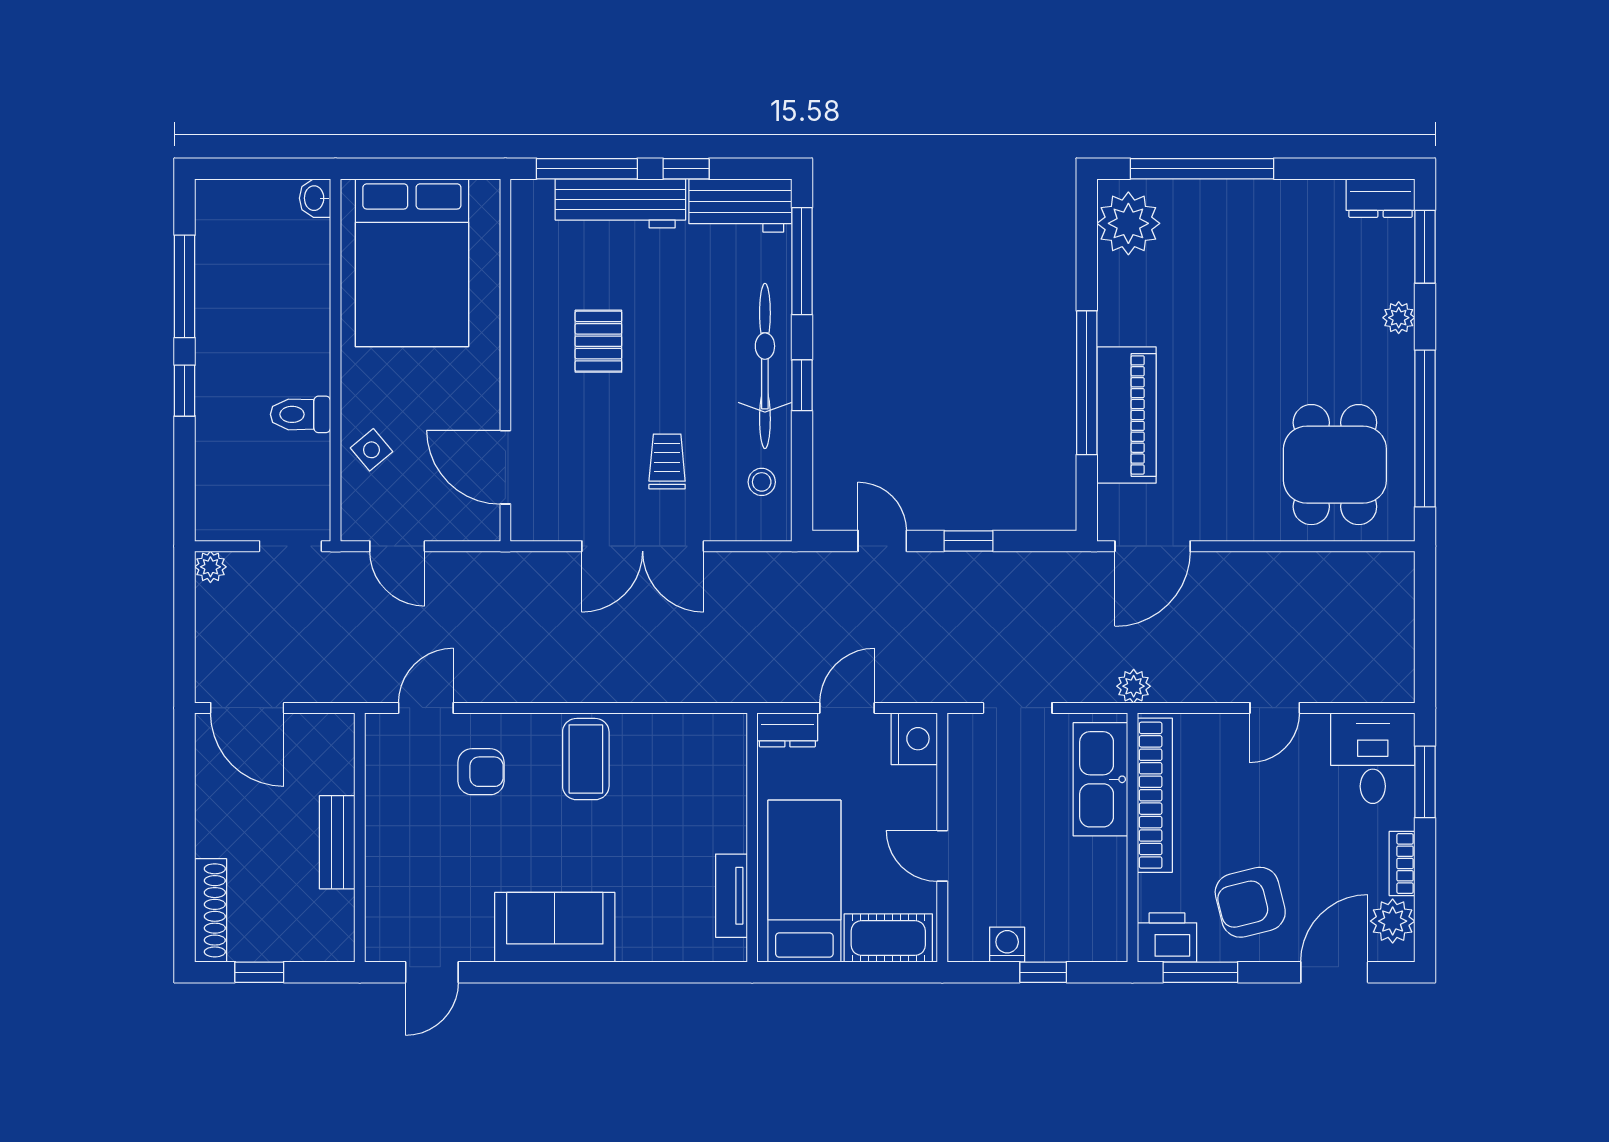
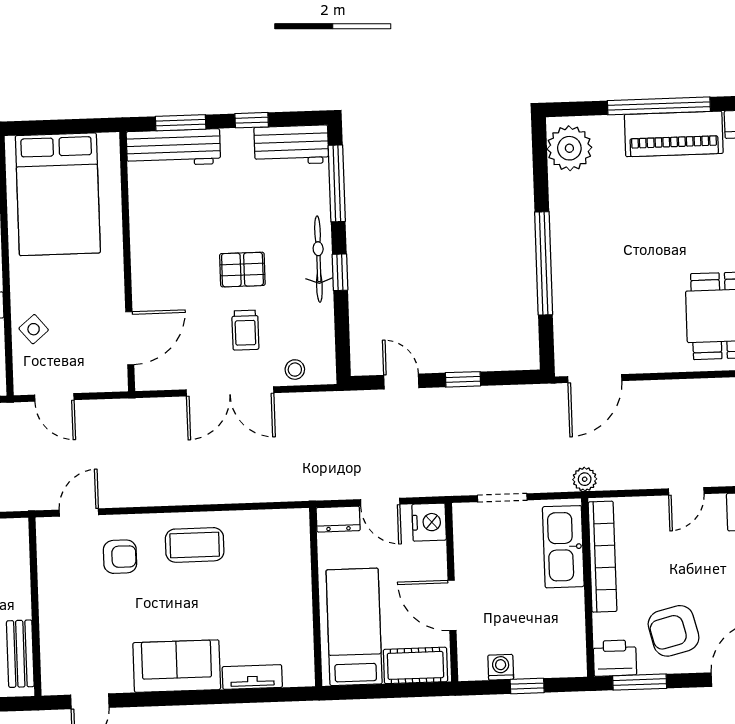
window: (587, 169) -> (181, 123), width x0.69
window: (1202, 169) -> (659, 106), moved
workbench: (620, 203) -> (173, 148), moved
pallet: (598, 341) -> (242, 270), moved, turned 90
bicycle: (765, 366) -> (318, 259), width x0.73, depth x0.71
piano: (1126, 415) -> (674, 134), moved, turned 90
trolley: (667, 461) -> (245, 330), turned 180
door: (505, 467) -> (130, 338), swing flipped
stool: (762, 482) -> (295, 370), moved
door: (847, 708) -> (380, 502), swing flipped
coffee table: (586, 759) -> (195, 545), turned 90
bench: (337, 842) -> (20, 654), moved
door: (942, 856) -> (452, 605), width x1.38
tv unit: (731, 896) -> (252, 677), moved, turned 90

